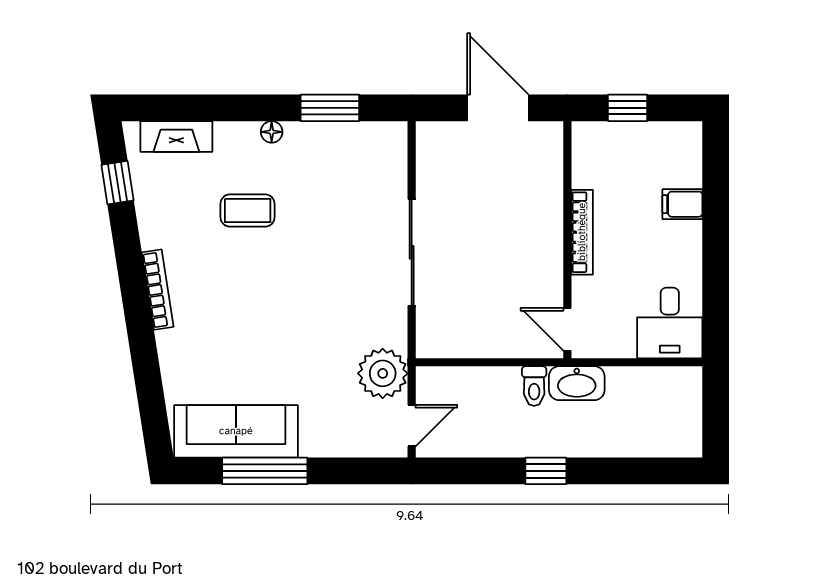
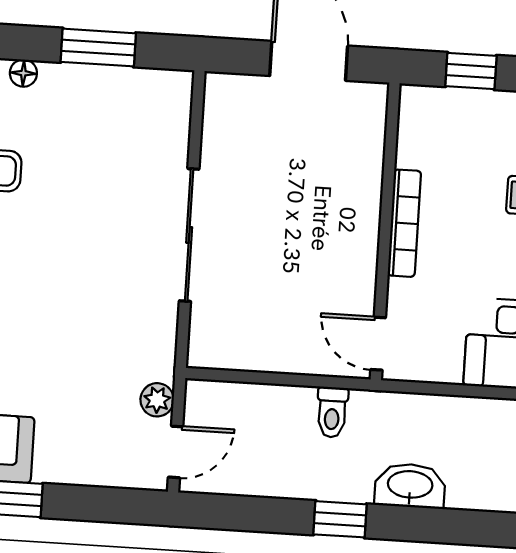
plant: (383, 373) -> (157, 400), width x0.53, depth x0.53
washbasin: (577, 383) -> (410, 486), moved, turned 180

